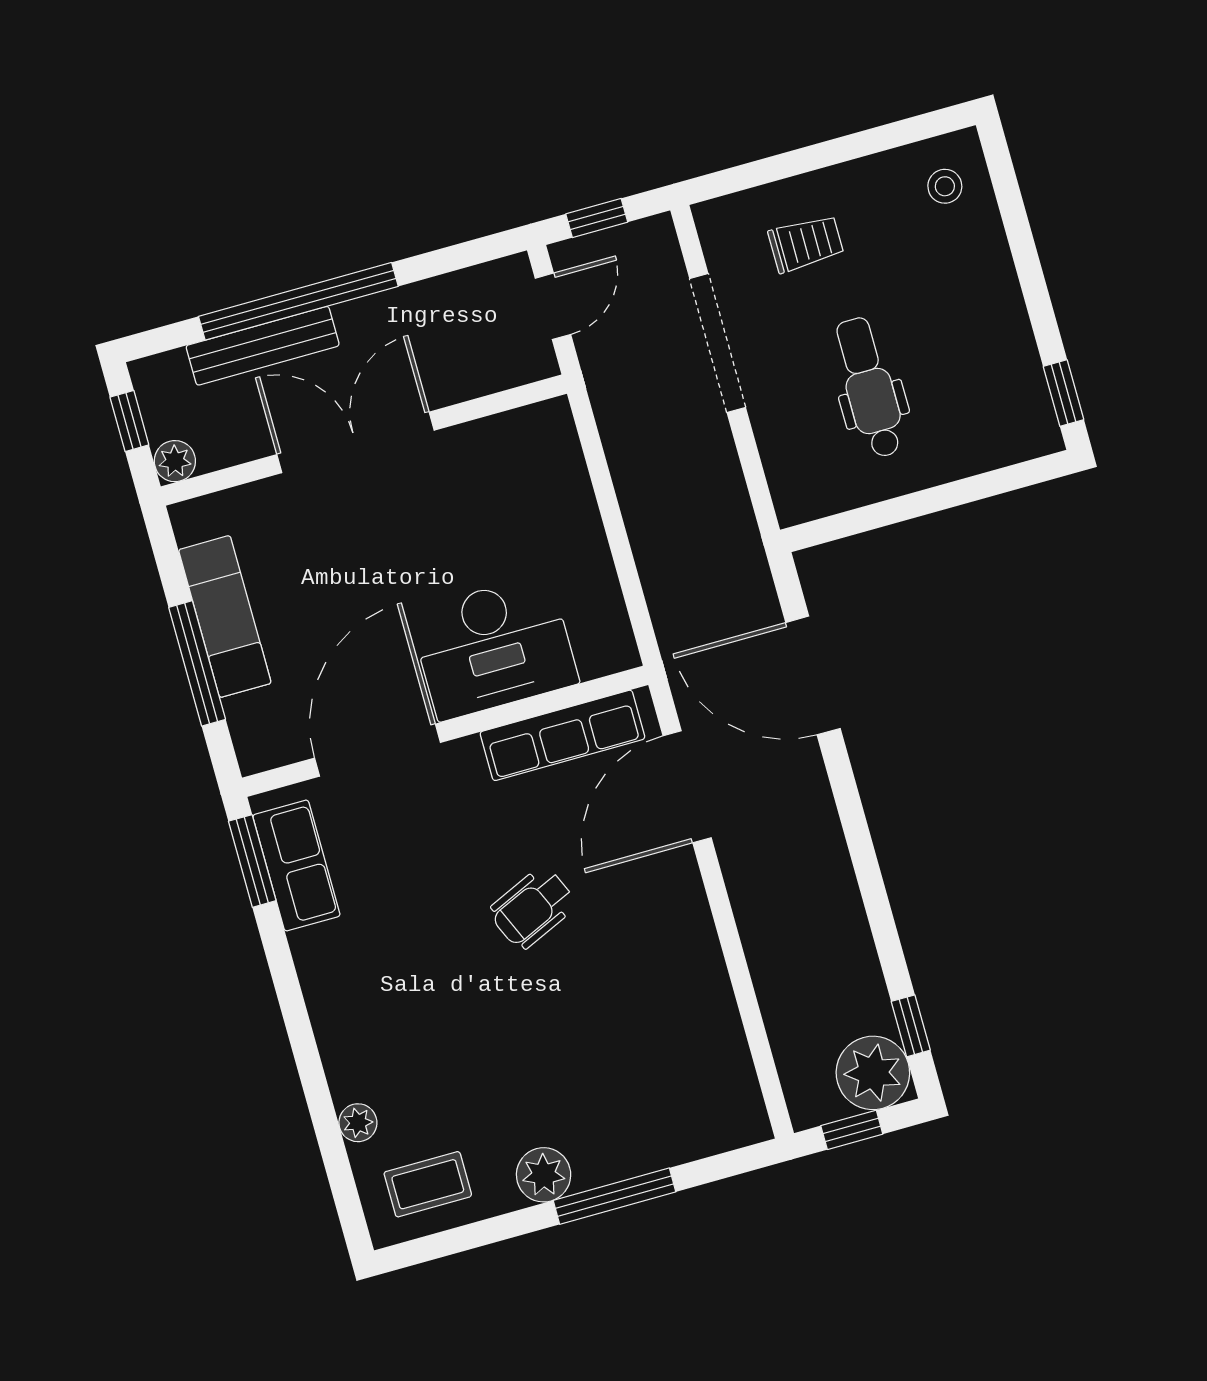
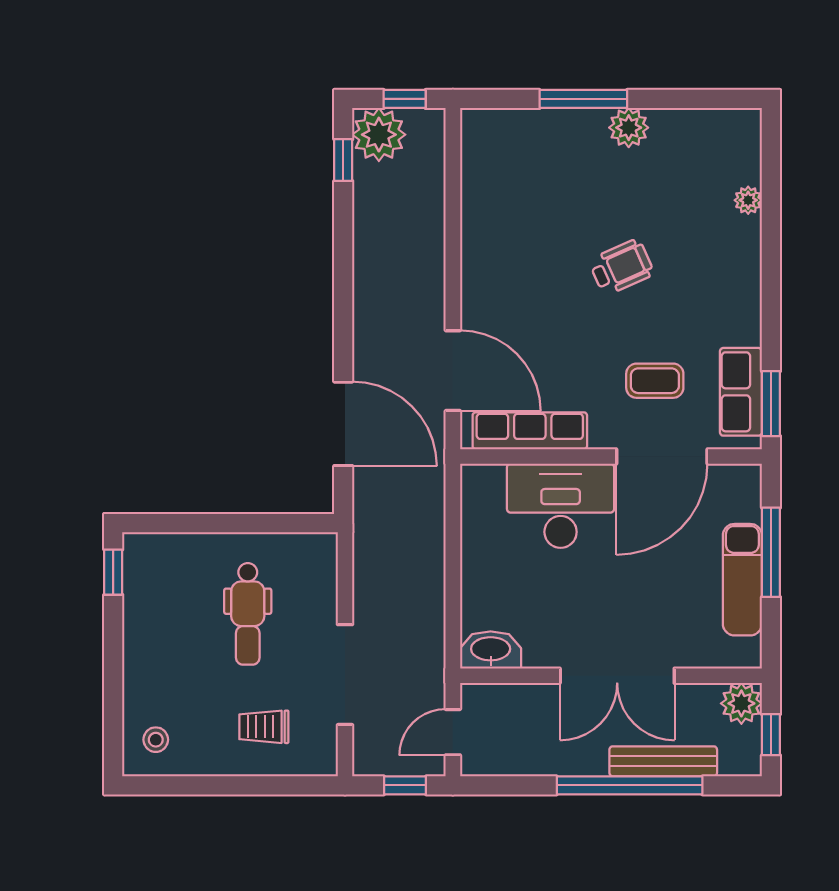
washbasin: (533, 430) -> (491, 650), added
plant: (175, 461) -> (741, 703), width x1.38, depth x1.38
door: (687, 787) -> (453, 371), hinge flipped
wheelchair: (533, 908) -> (621, 267), moved
coffee table: (428, 1184) -> (655, 381), moved

